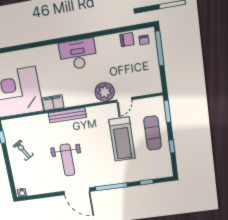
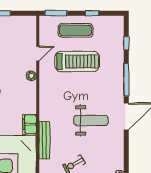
plant: (105, 92) -> (31, 76), width x0.53, depth x0.53
door: (124, 100) -> (38, 54), hinge flipped
bench: (67, 115) -> (44, 140), moved

